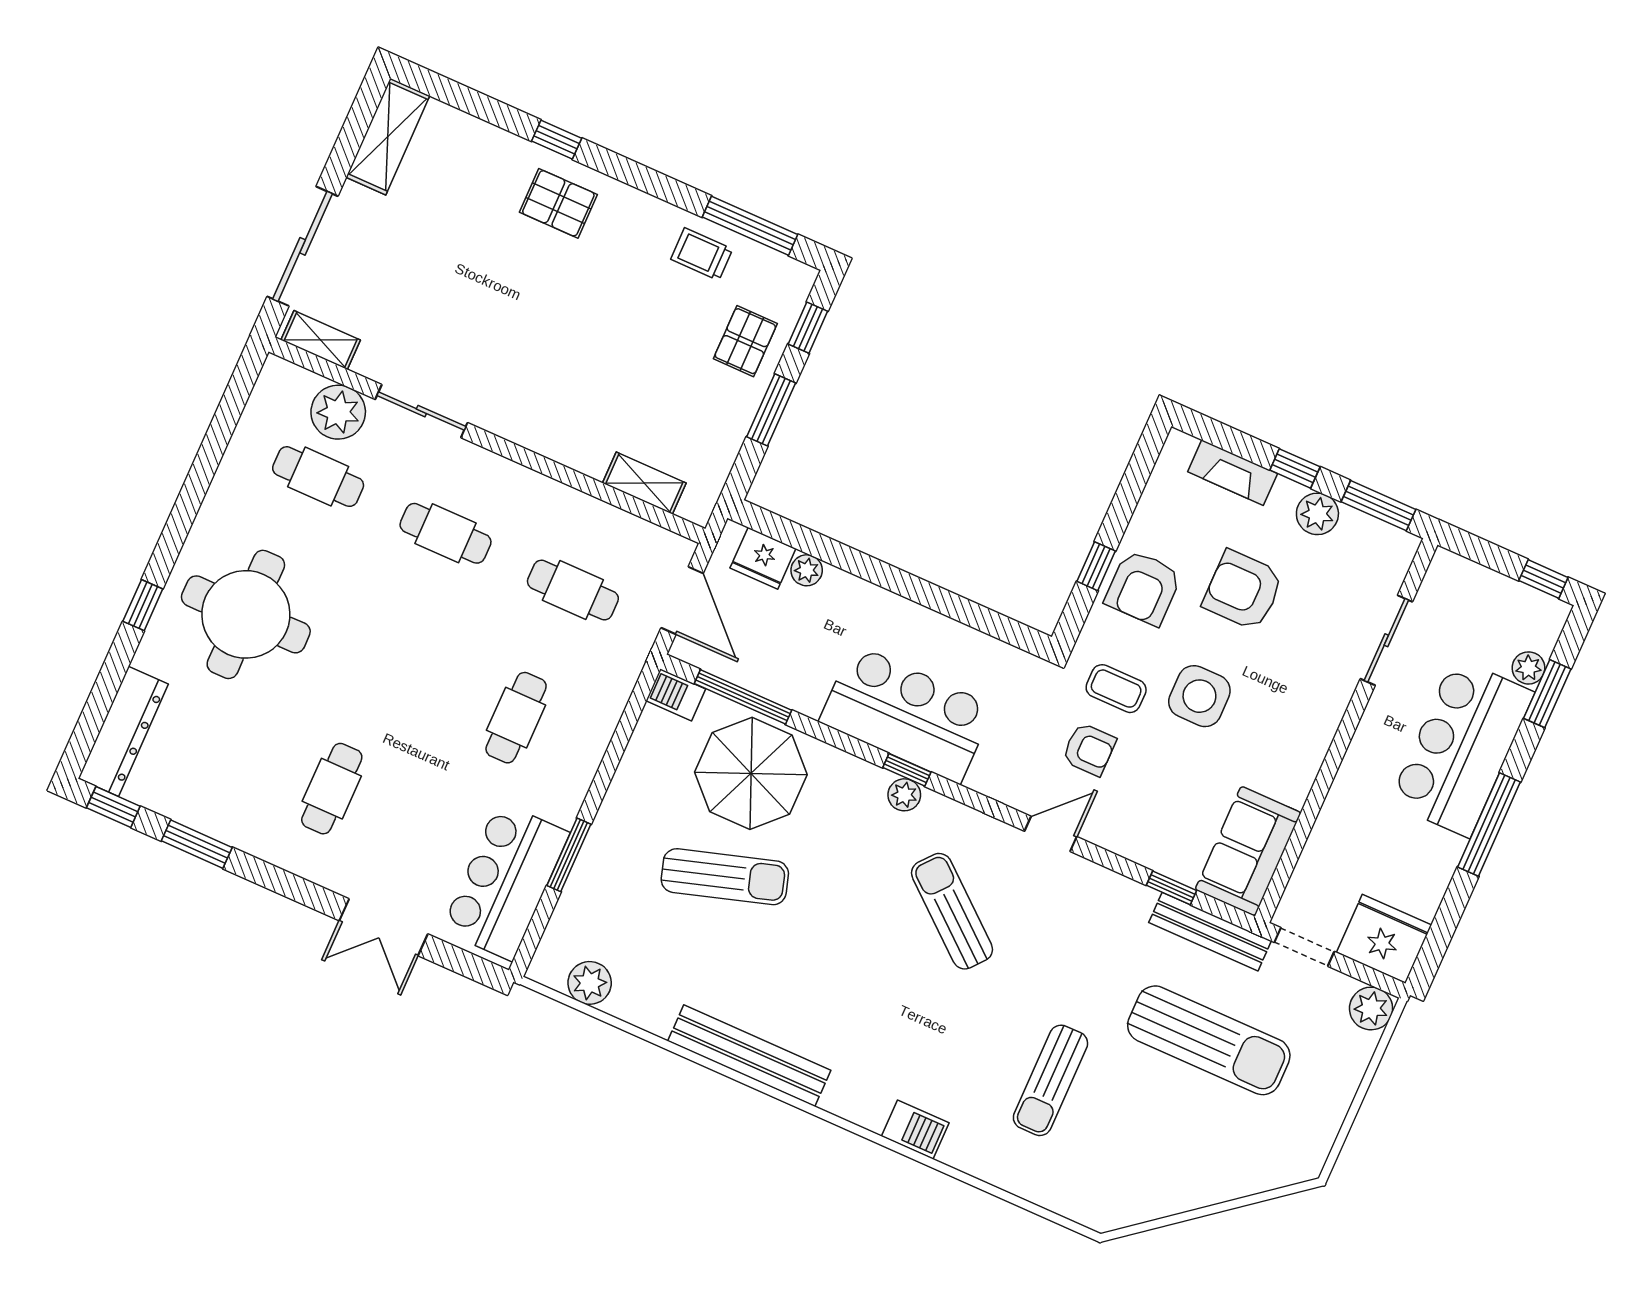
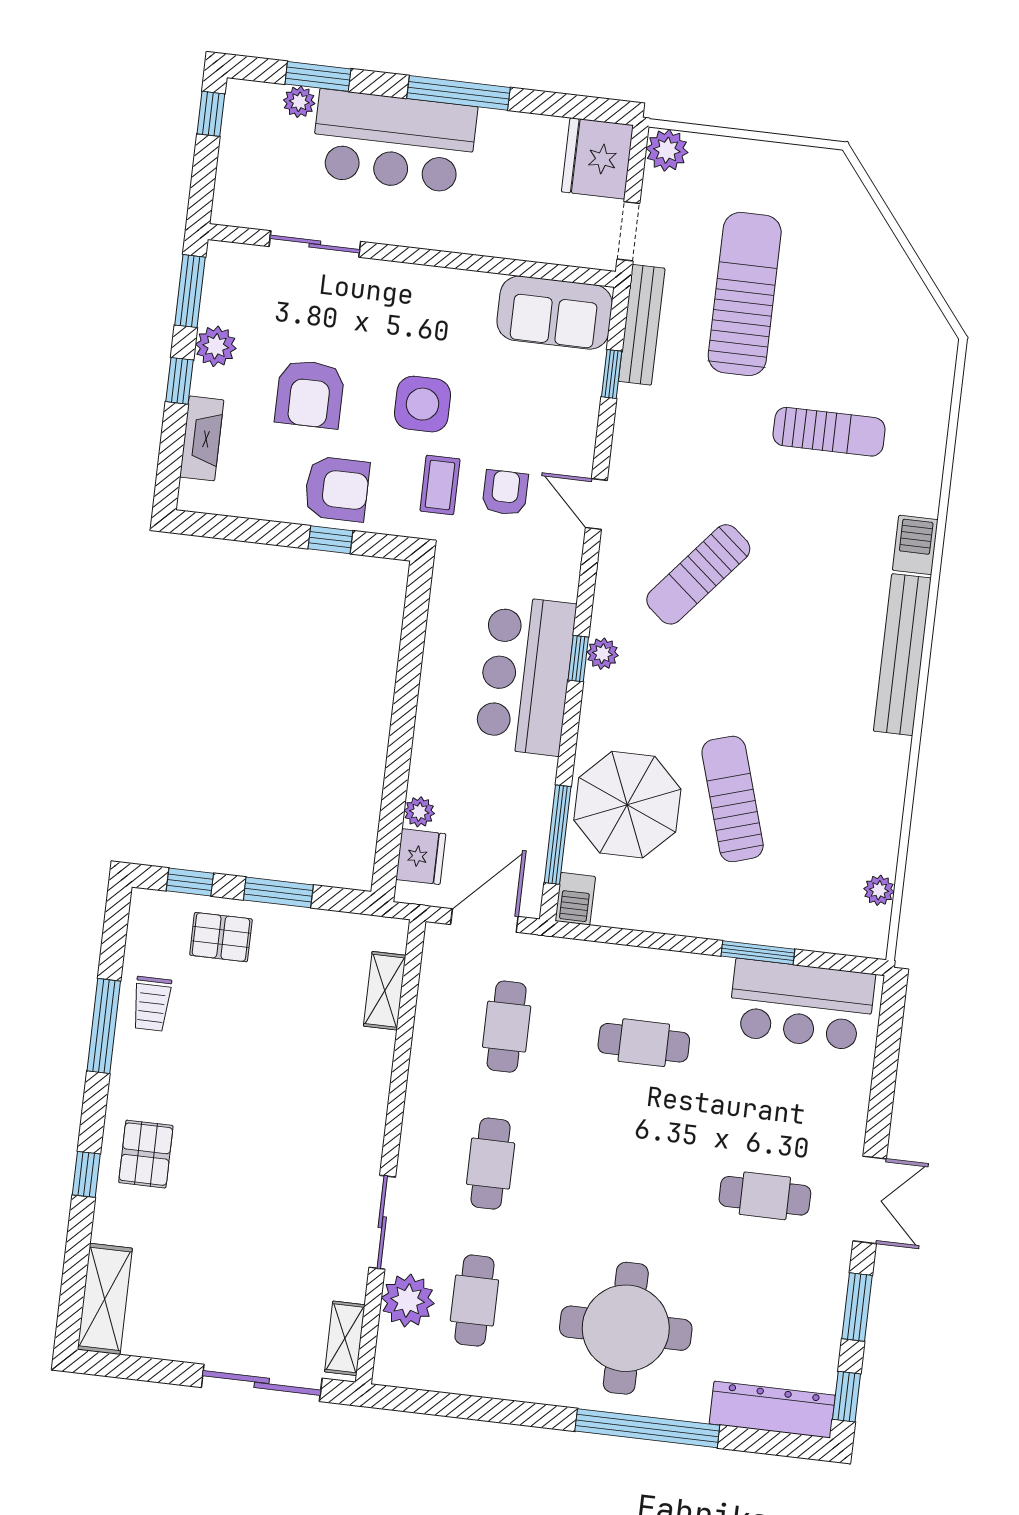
shelving: (388, 137) -> (105, 1299), moved, turned 90
window: (750, 226) -> (104, 1026), moved
window: (143, 605) -> (647, 1428), width x3.17
double door: (383, 927) -> (870, 1200), moved
plant: (590, 983) -> (879, 890), width x0.73, depth x0.73
bench: (749, 1056) -> (902, 655), moved

